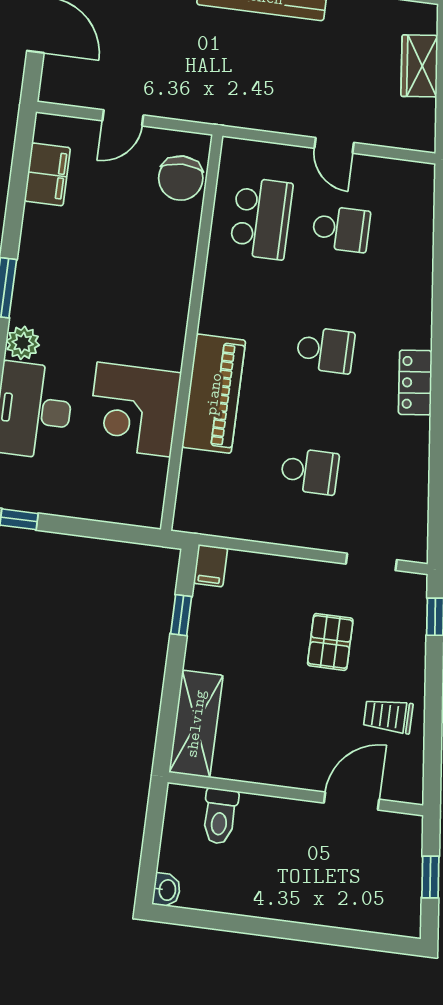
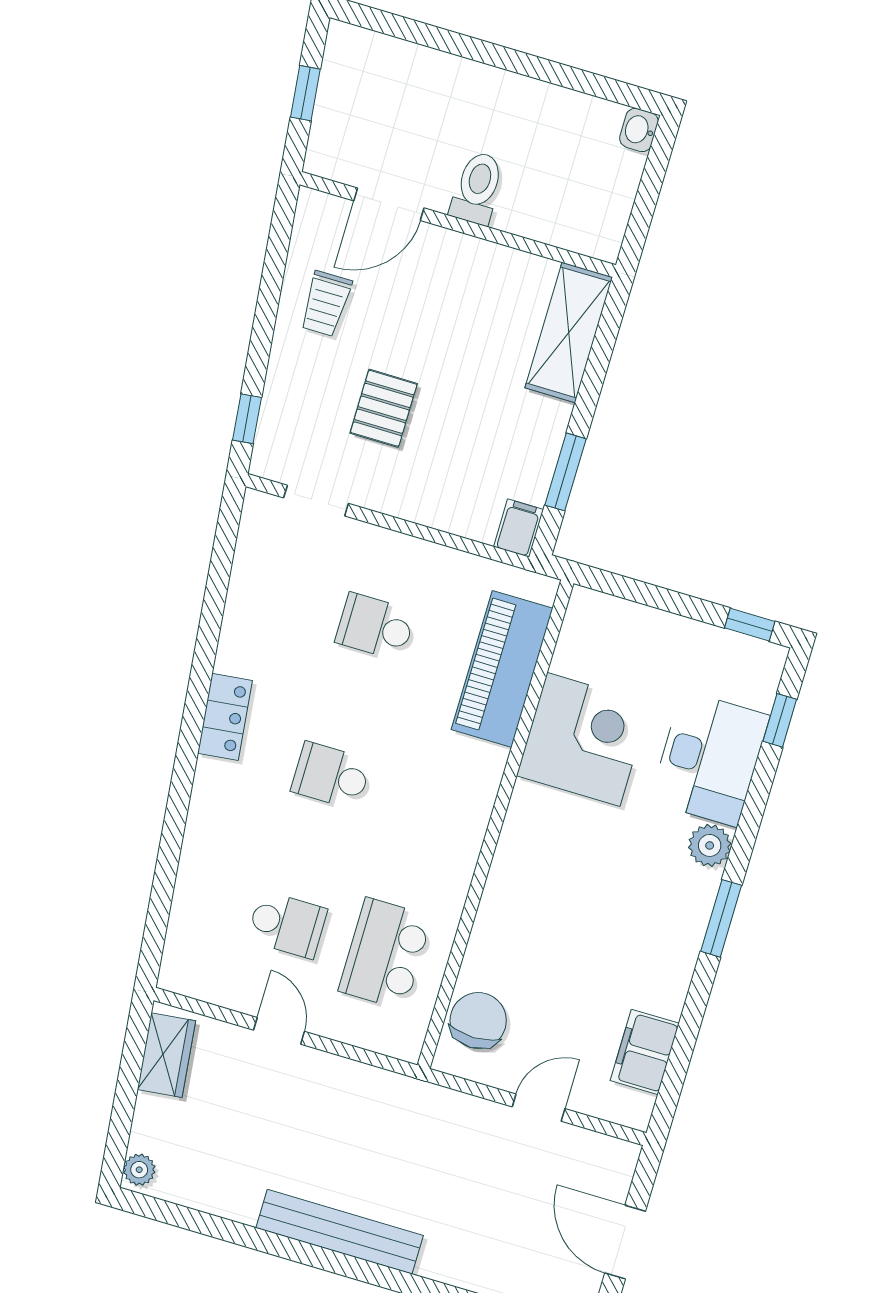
plant: (425, 20) -> (139, 1170), added
wardrobe: (419, 66) -> (166, 1055), moved
school desk: (341, 229) -> (287, 925), turned 180
piano: (214, 394) -> (502, 669), moved
window: (181, 615) -> (566, 472), width x1.50
trolley: (388, 716) -> (326, 304), turned 90
toilet: (220, 816) -> (477, 188), moved

